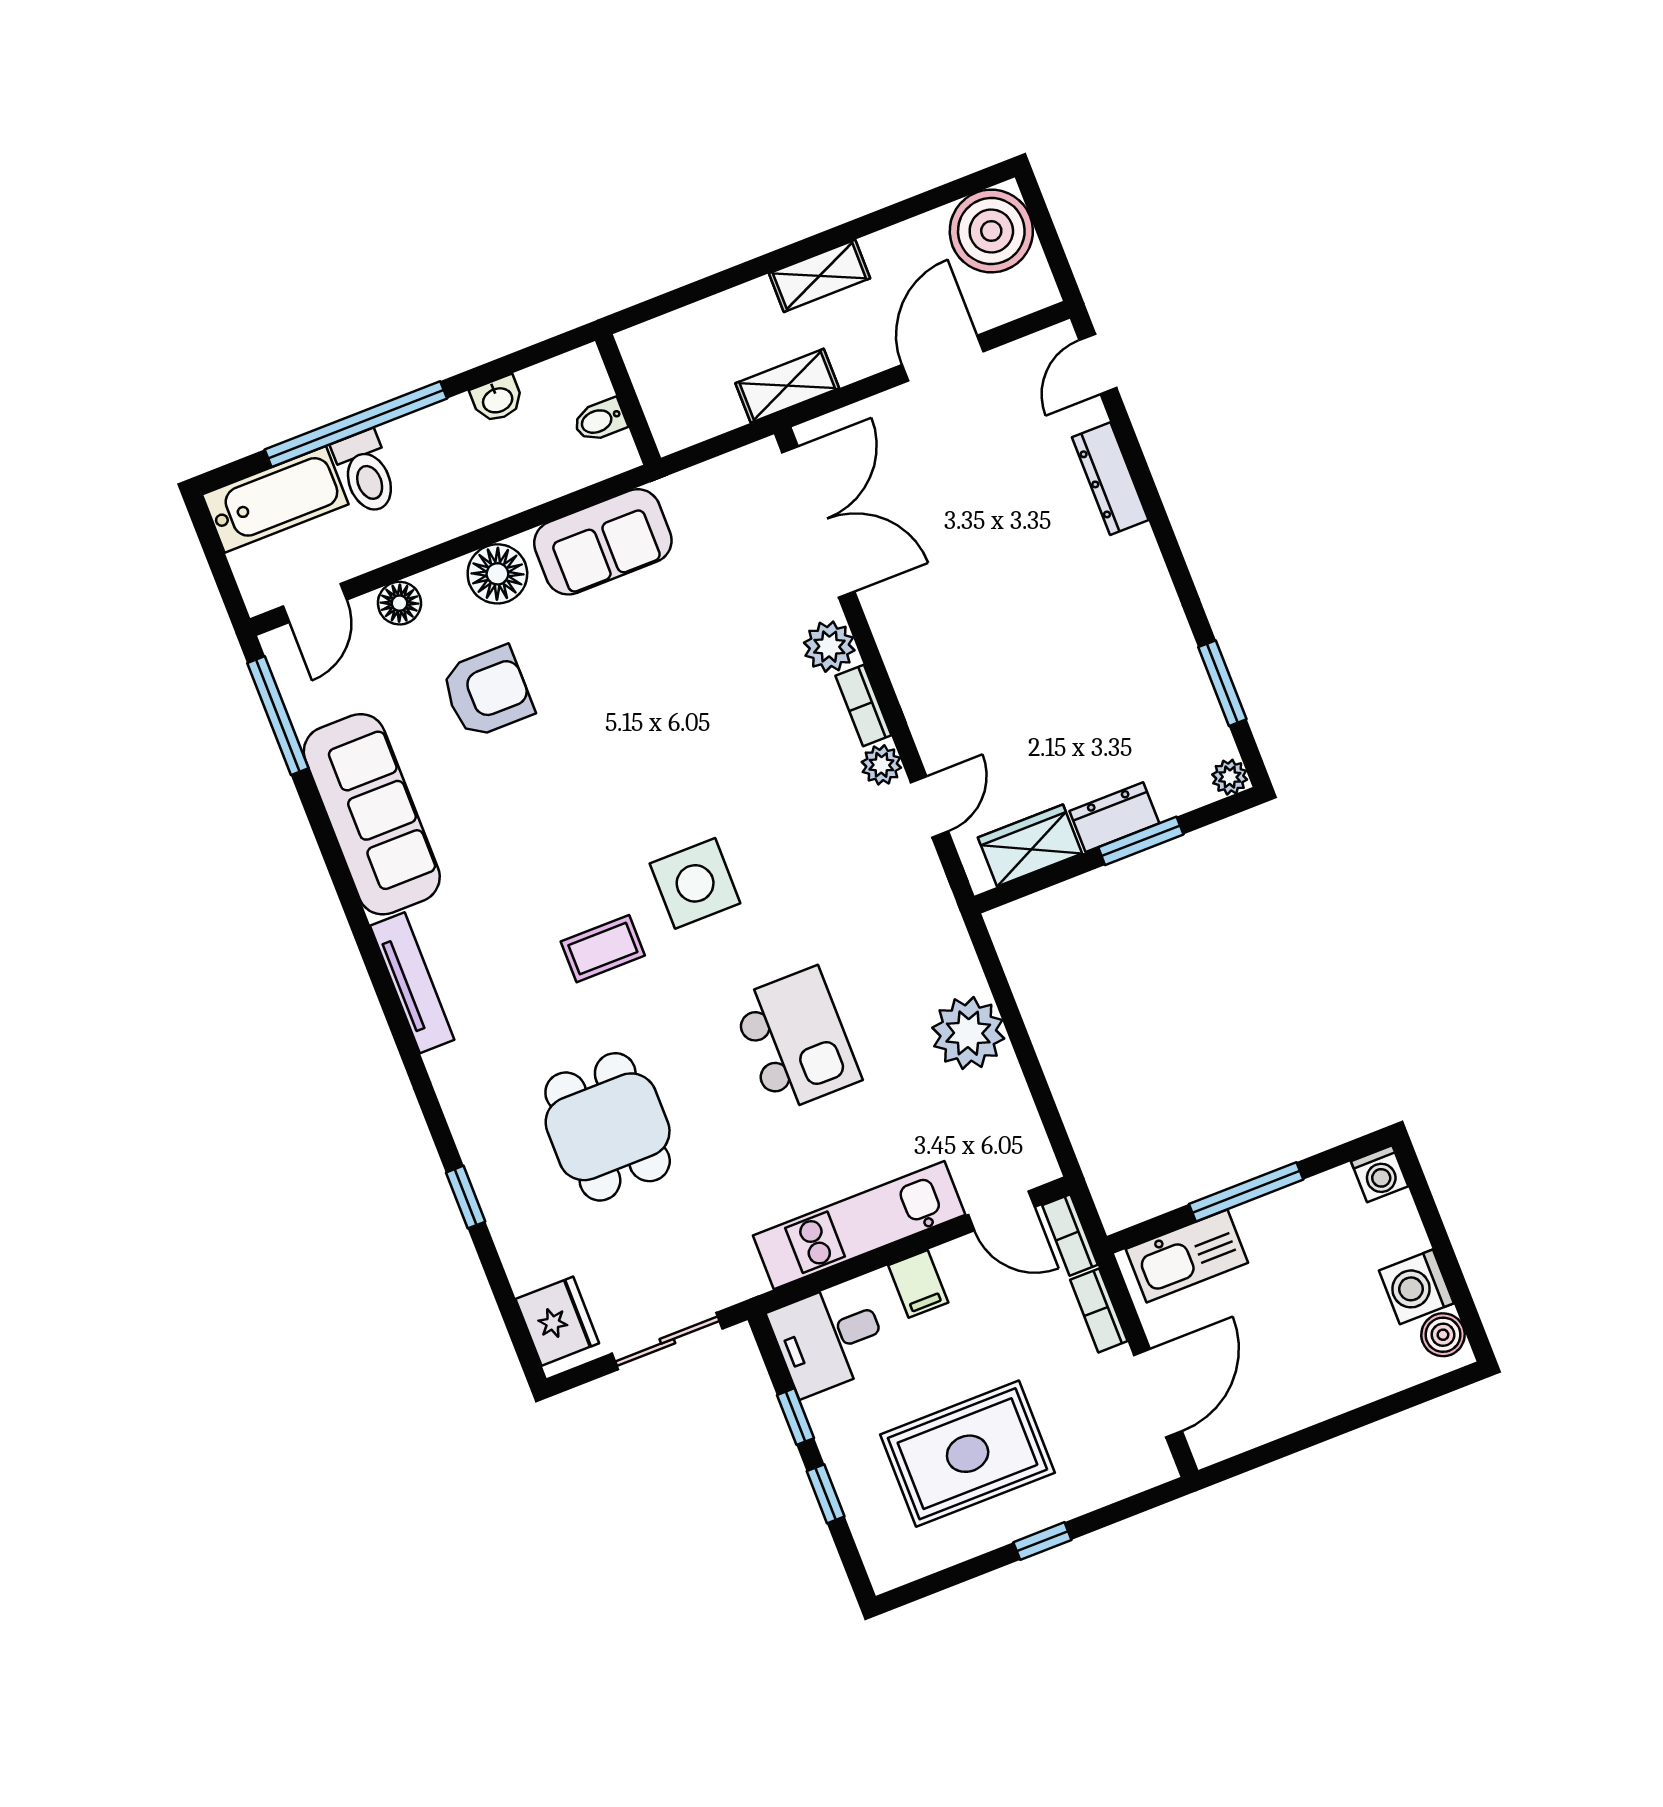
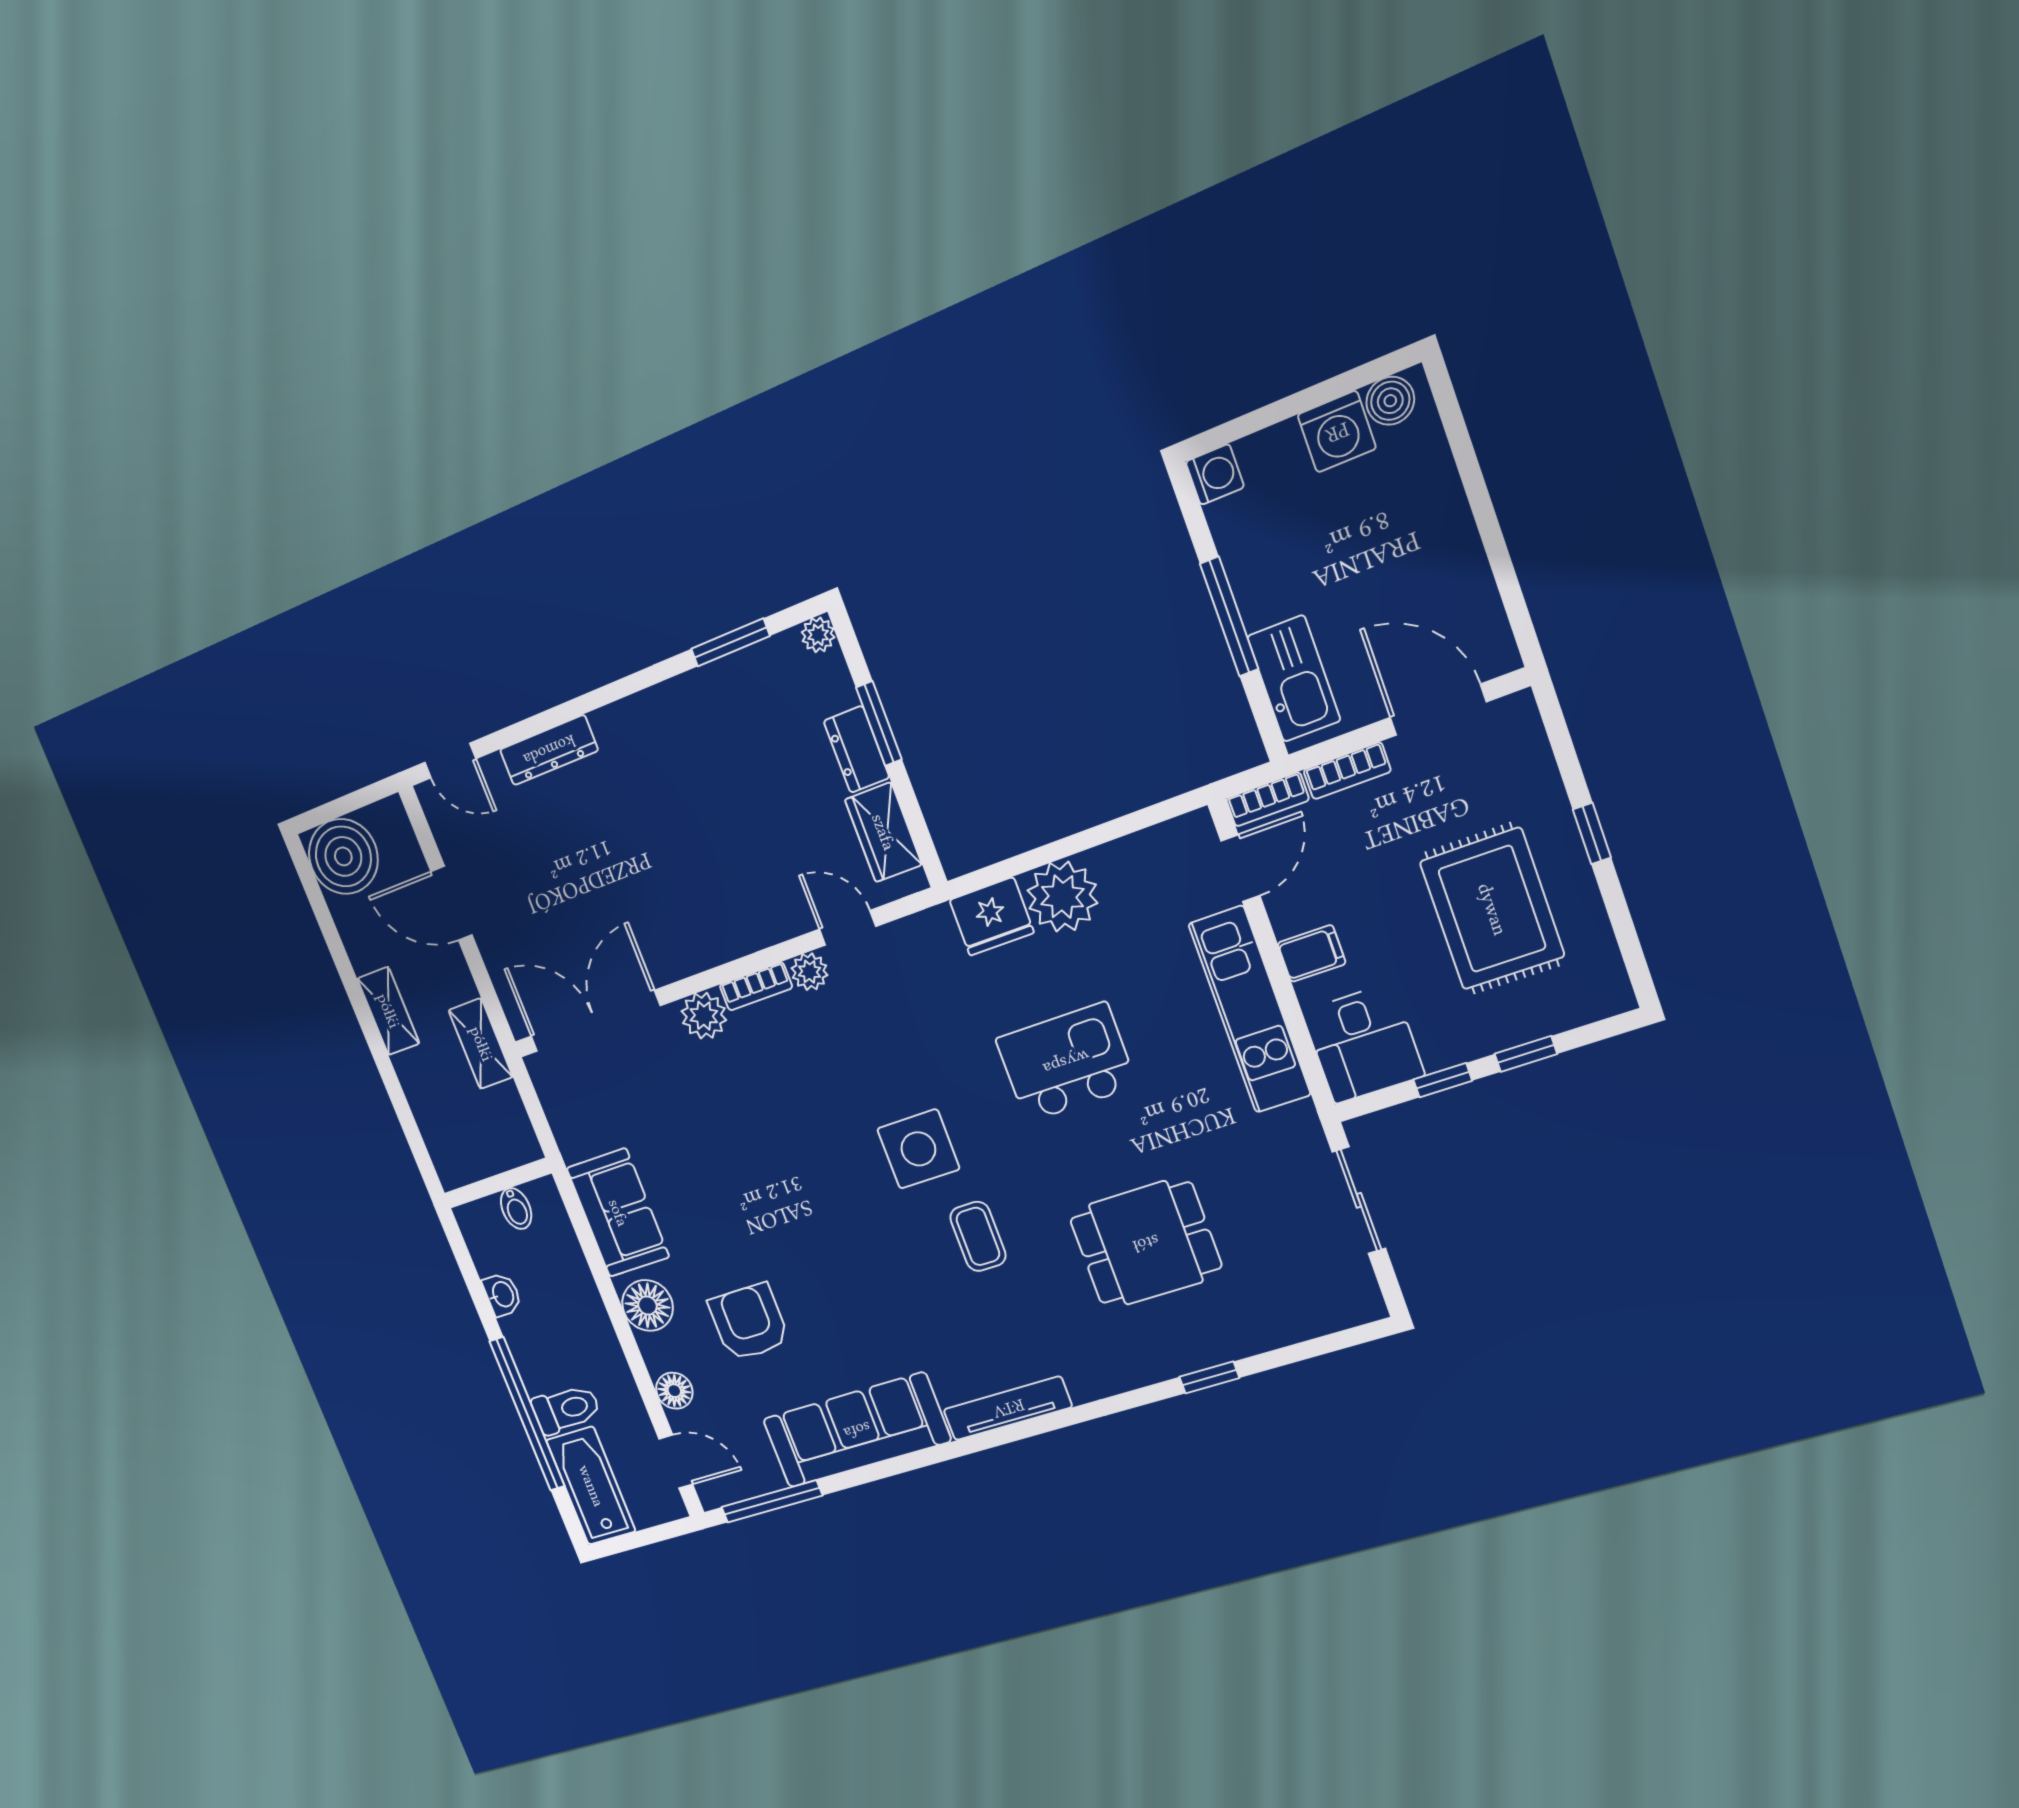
fridge: (557, 1321) -> (992, 916), moved, turned 180

